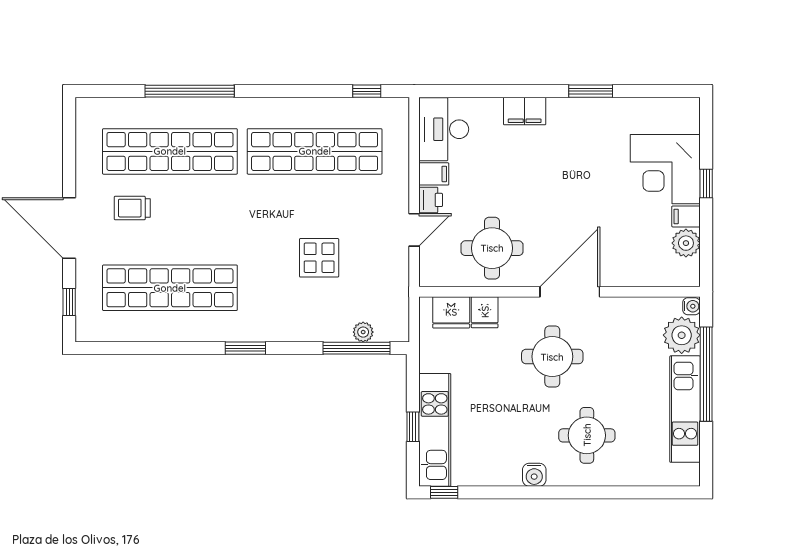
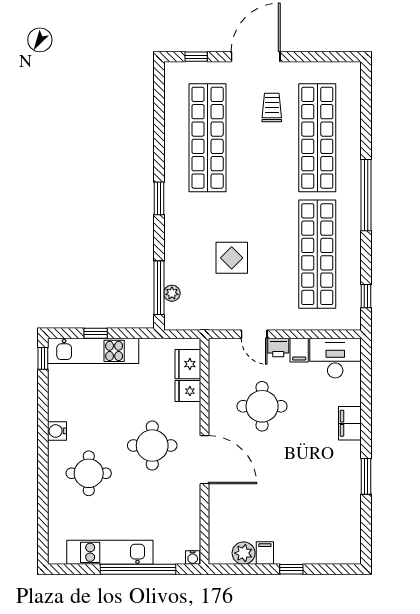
window: (190, 91) -> (366, 195), moved
corner desk: (665, 169) -> (303, 536), removed
round table: (492, 248) -> (262, 406), moved
plant: (682, 335) -> (169, 550), removed

